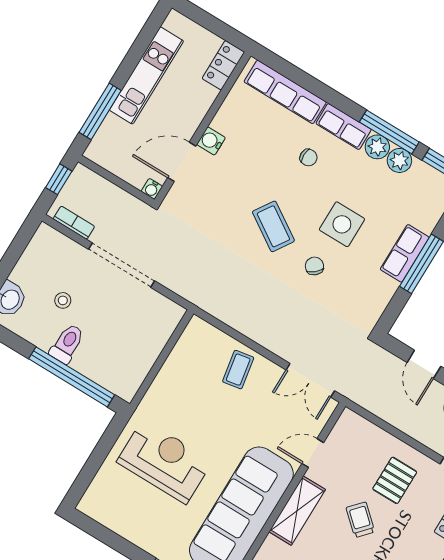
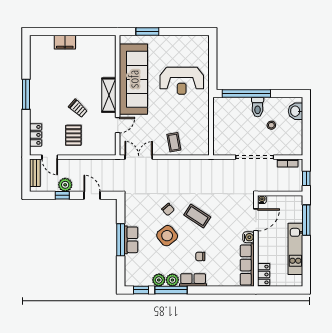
row of seats: (285, 92) -> (247, 265), moved, turned -90
side table: (342, 224) -> (167, 236), turned -38

